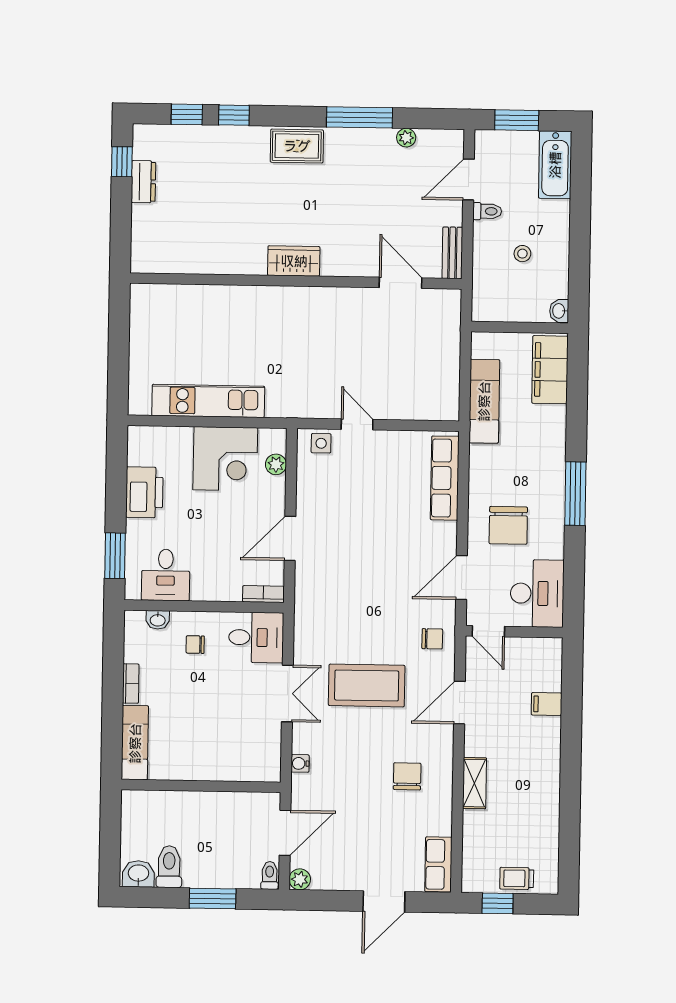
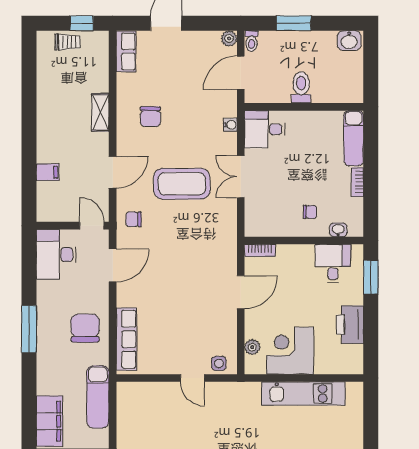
chair: (508, 525) -> (85, 328), moved
desk: (256, 637) -> (265, 129), moved
toilet: (169, 867) -> (301, 87), moved, turned 180

